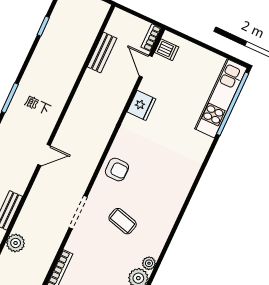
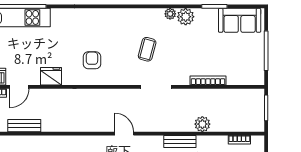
armchair: (117, 170) -> (92, 60), moved

